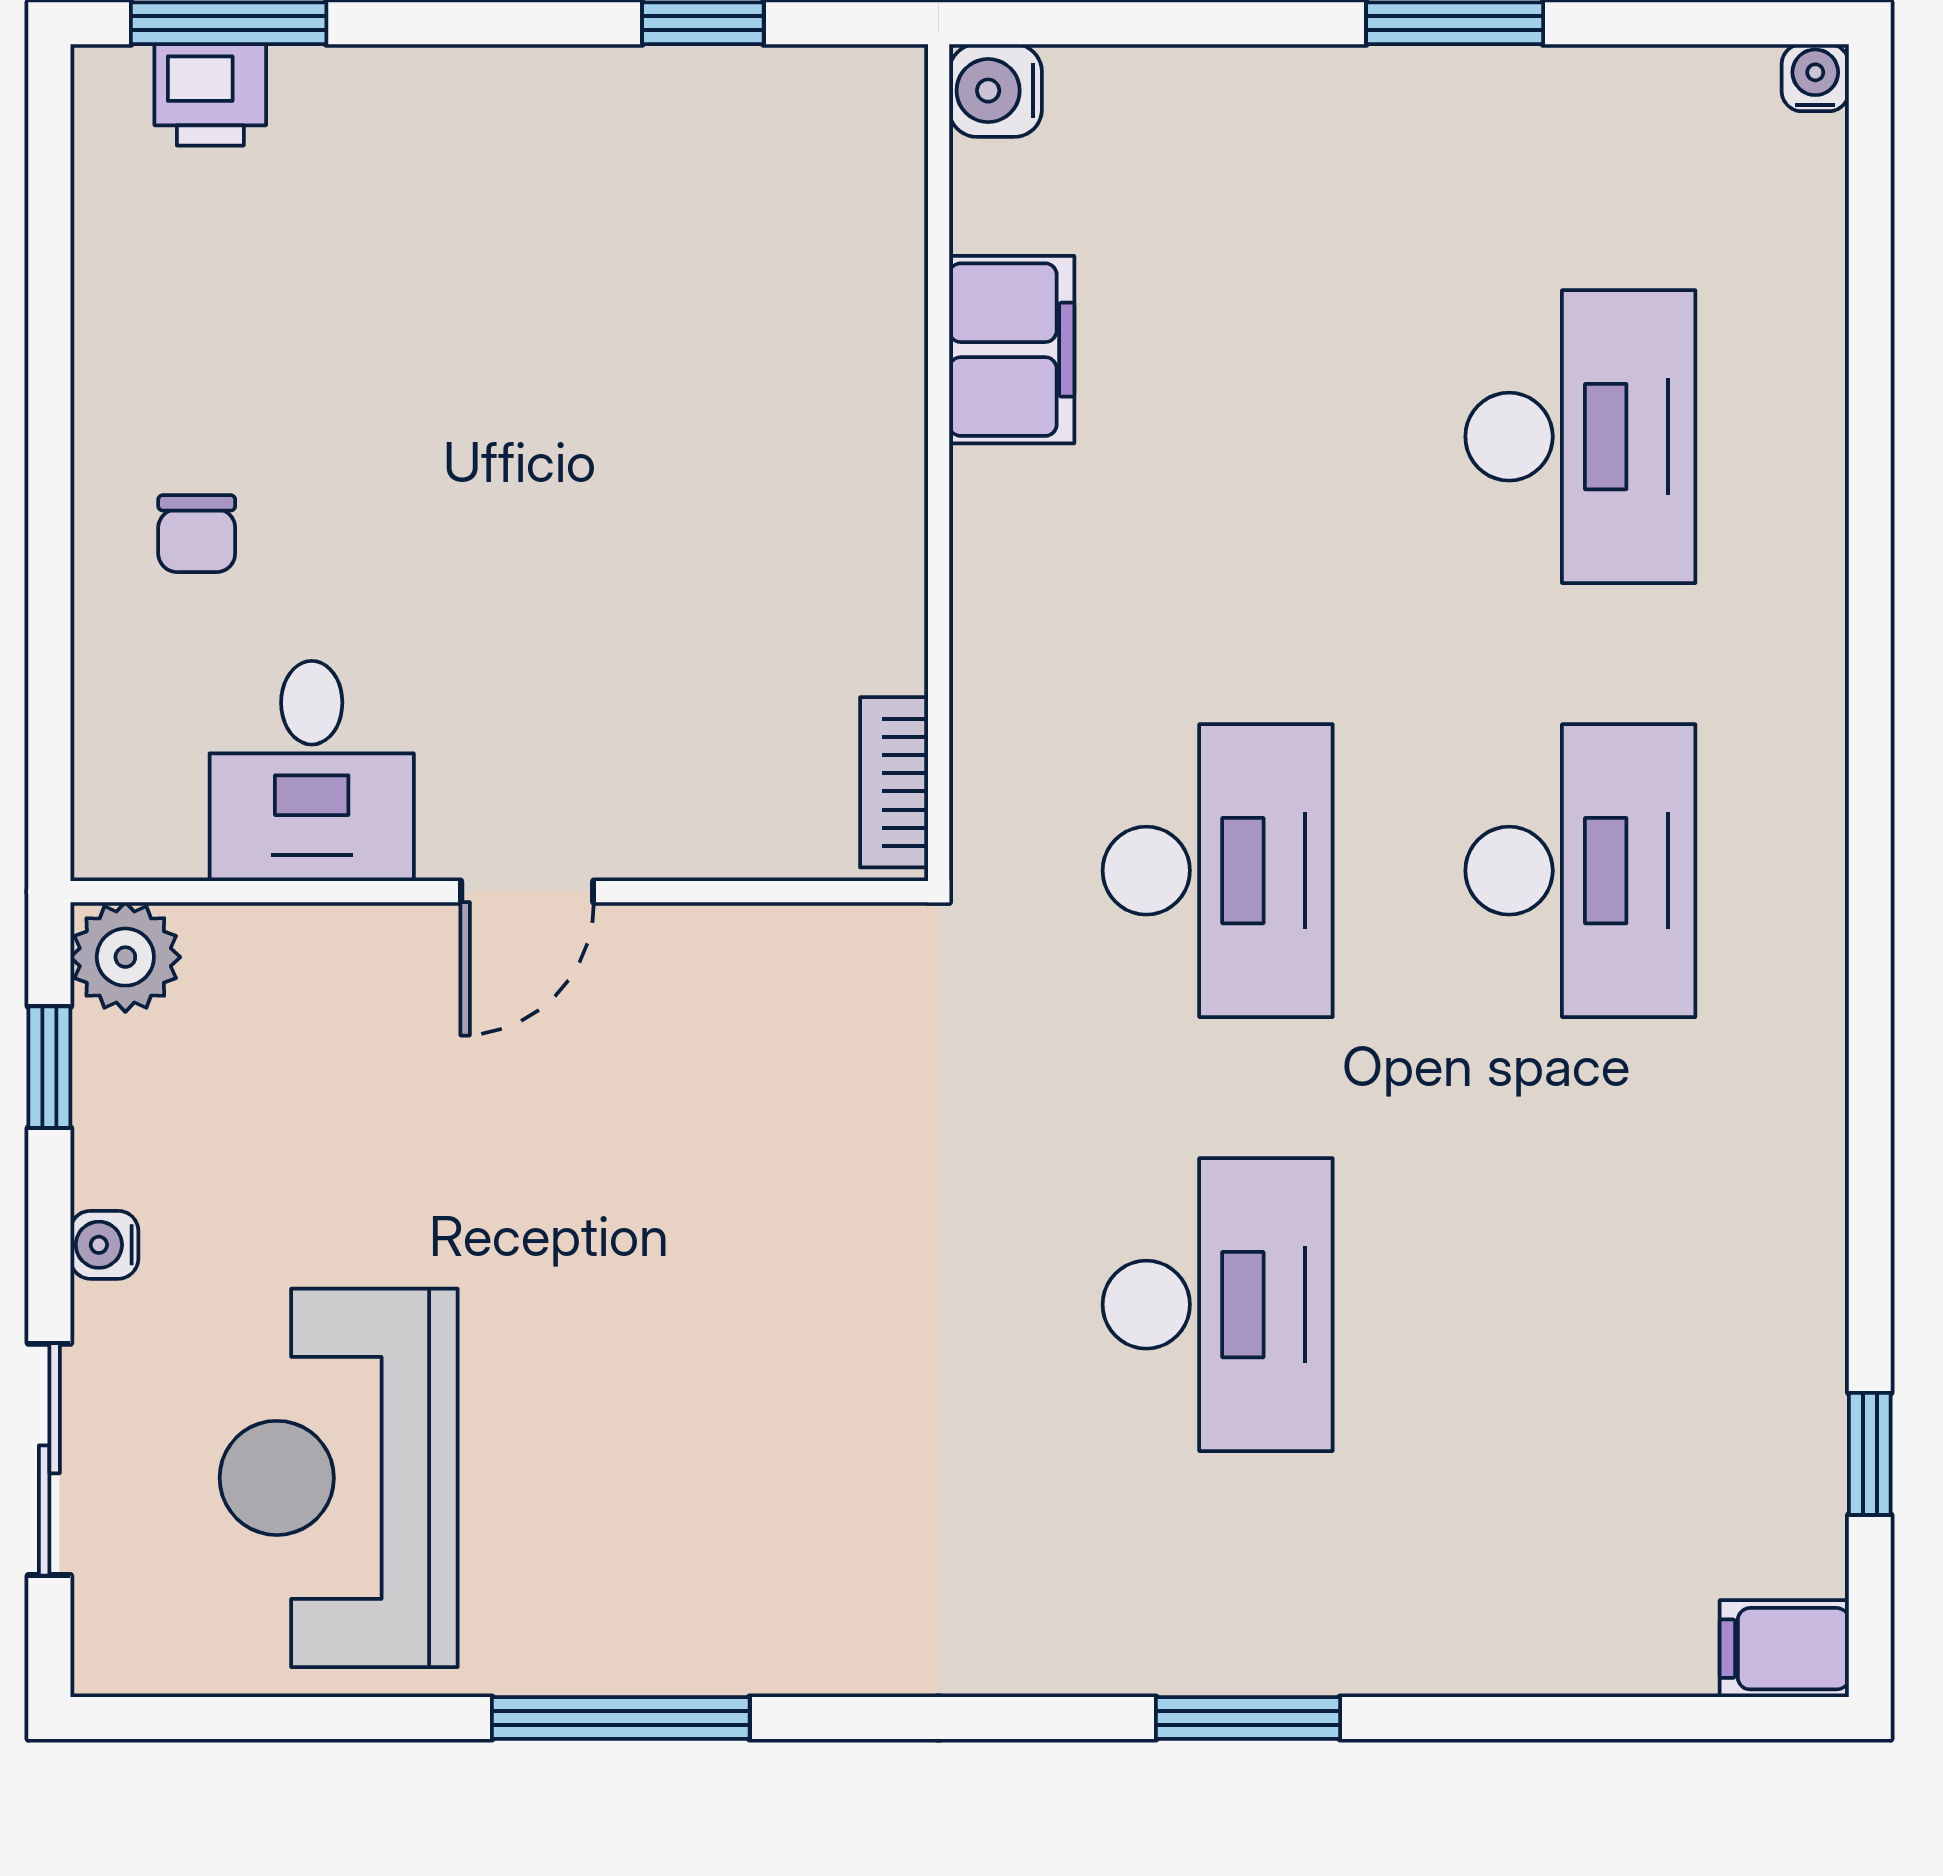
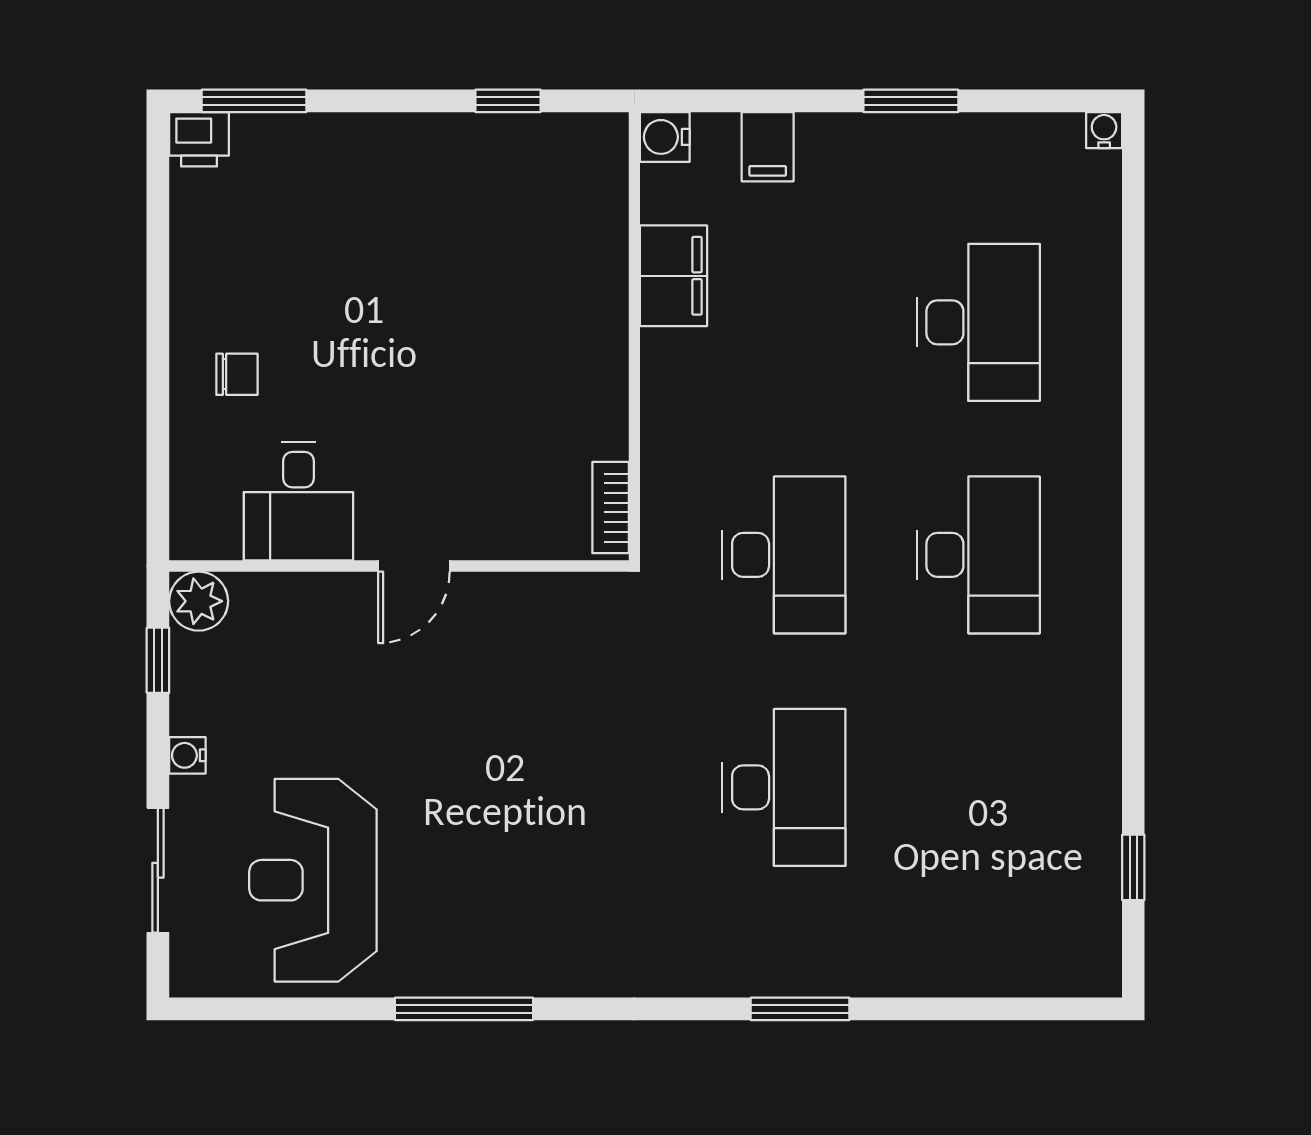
printer: (210, 95) -> (199, 139), moved
chair: (197, 534) -> (237, 374), turned -90
filing cabinet: (1784, 1649) -> (768, 147), moved, turned -90

